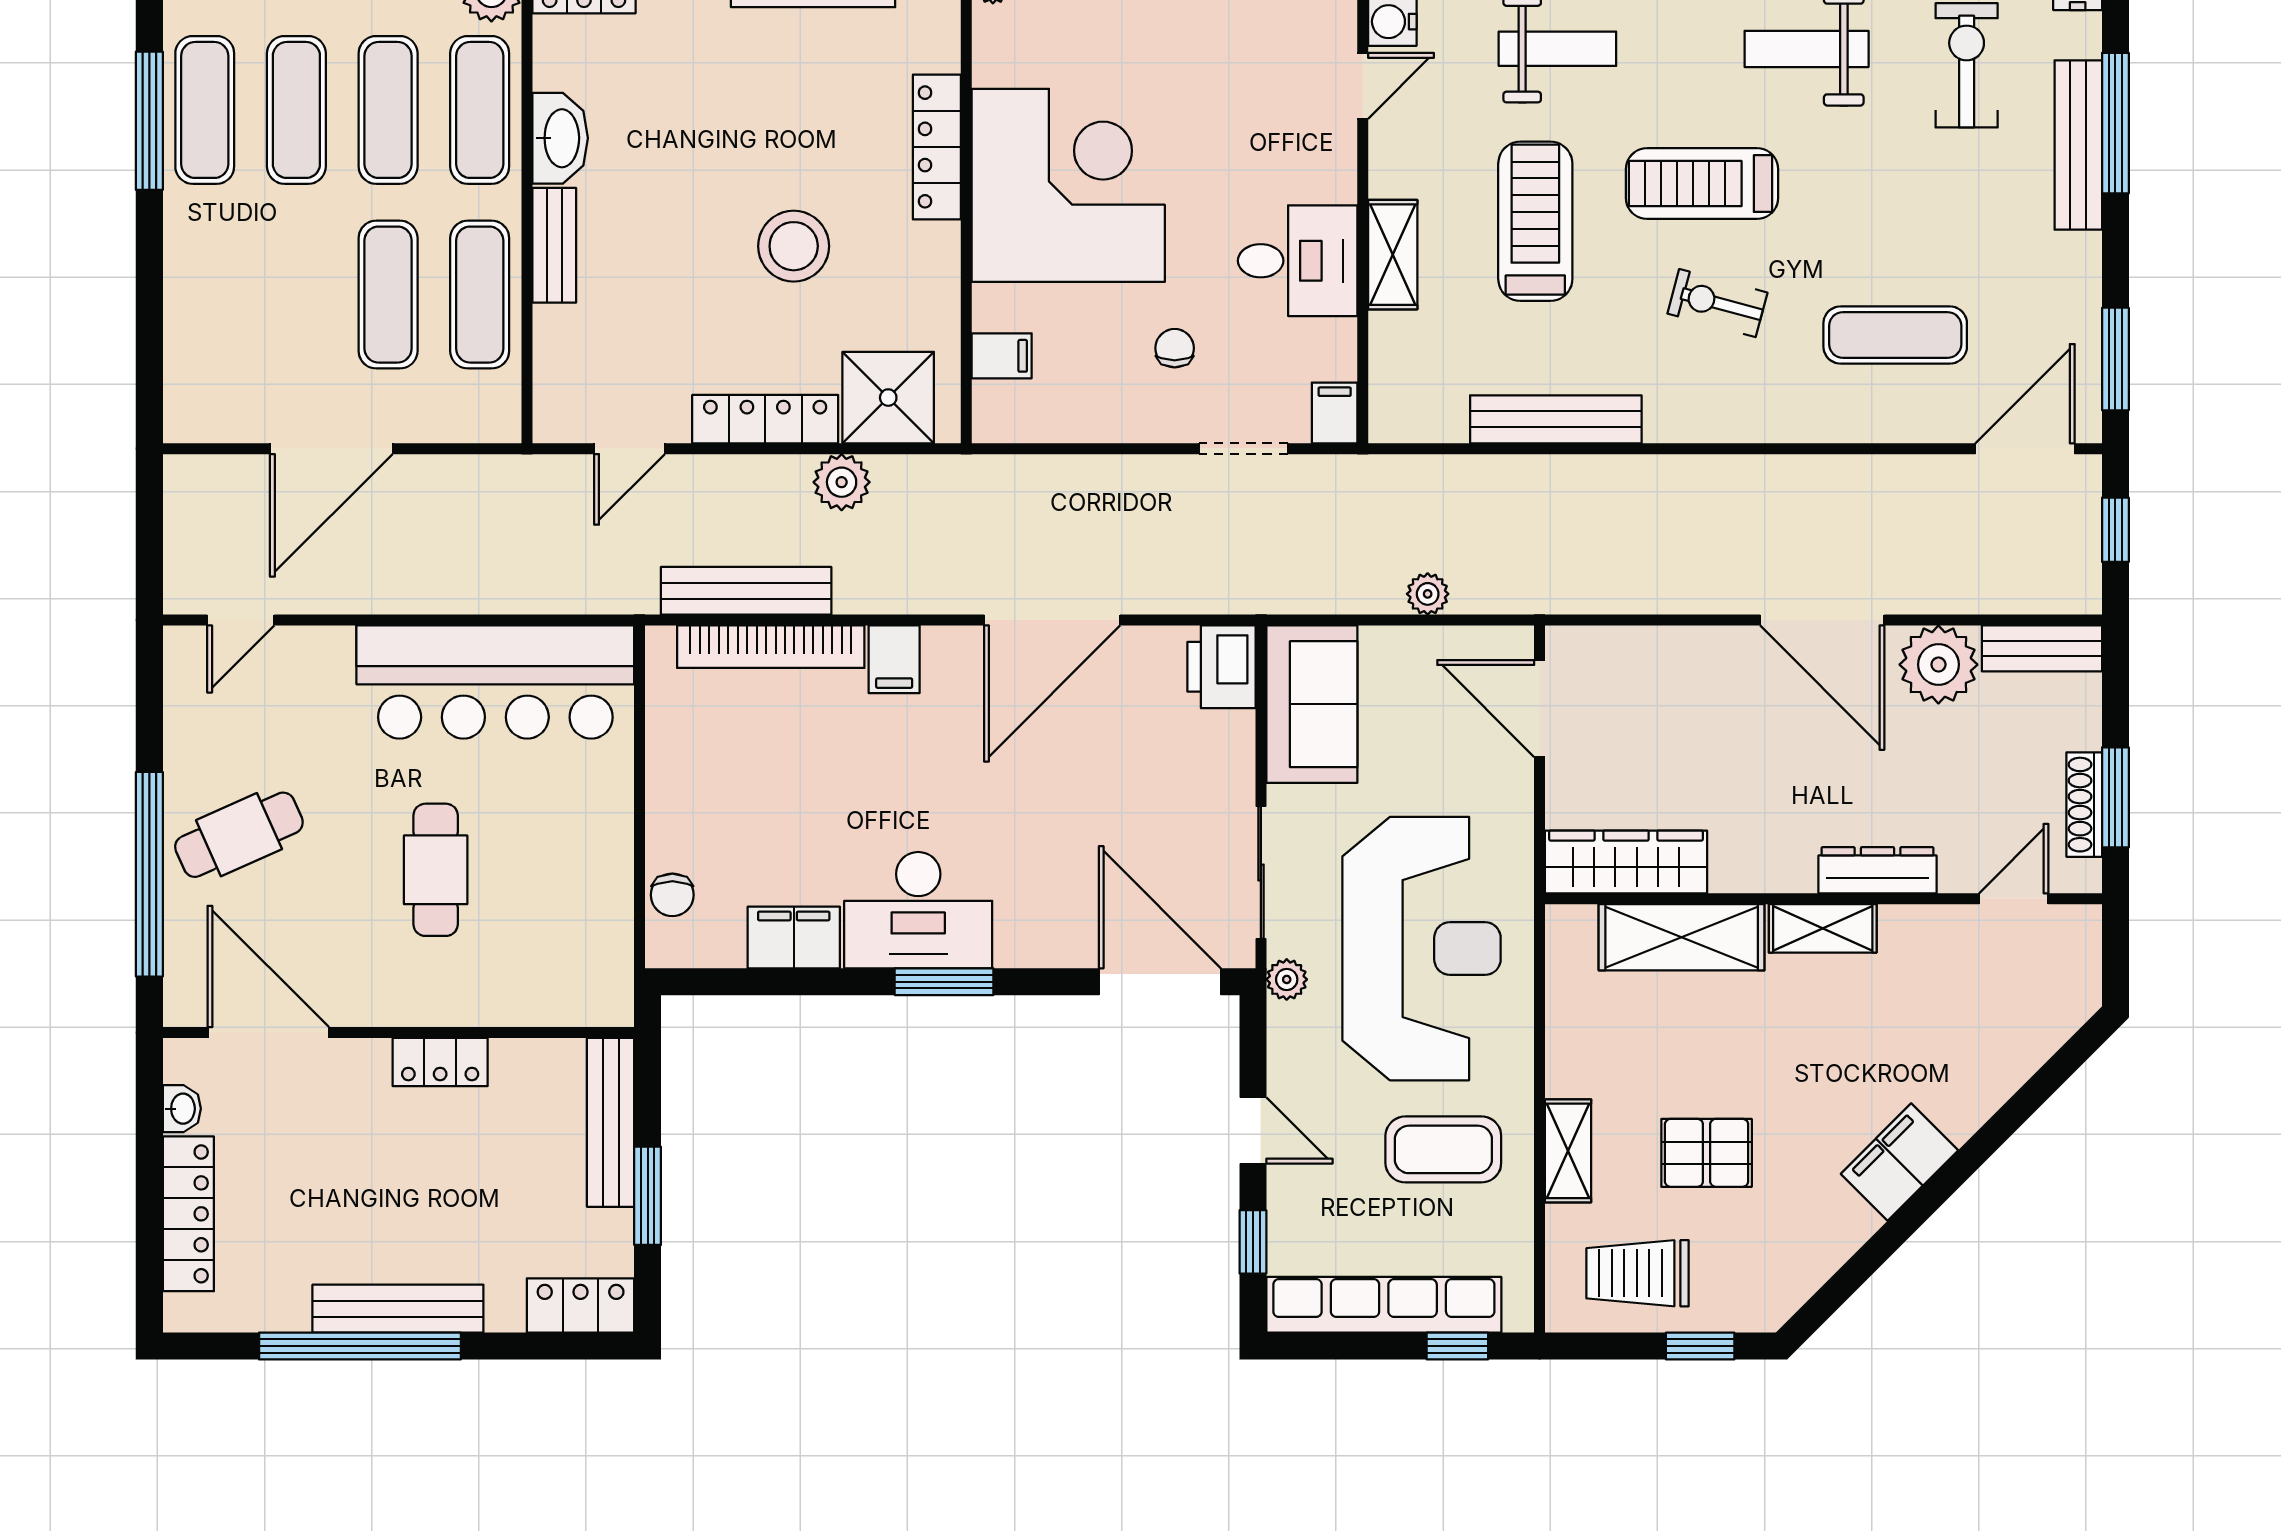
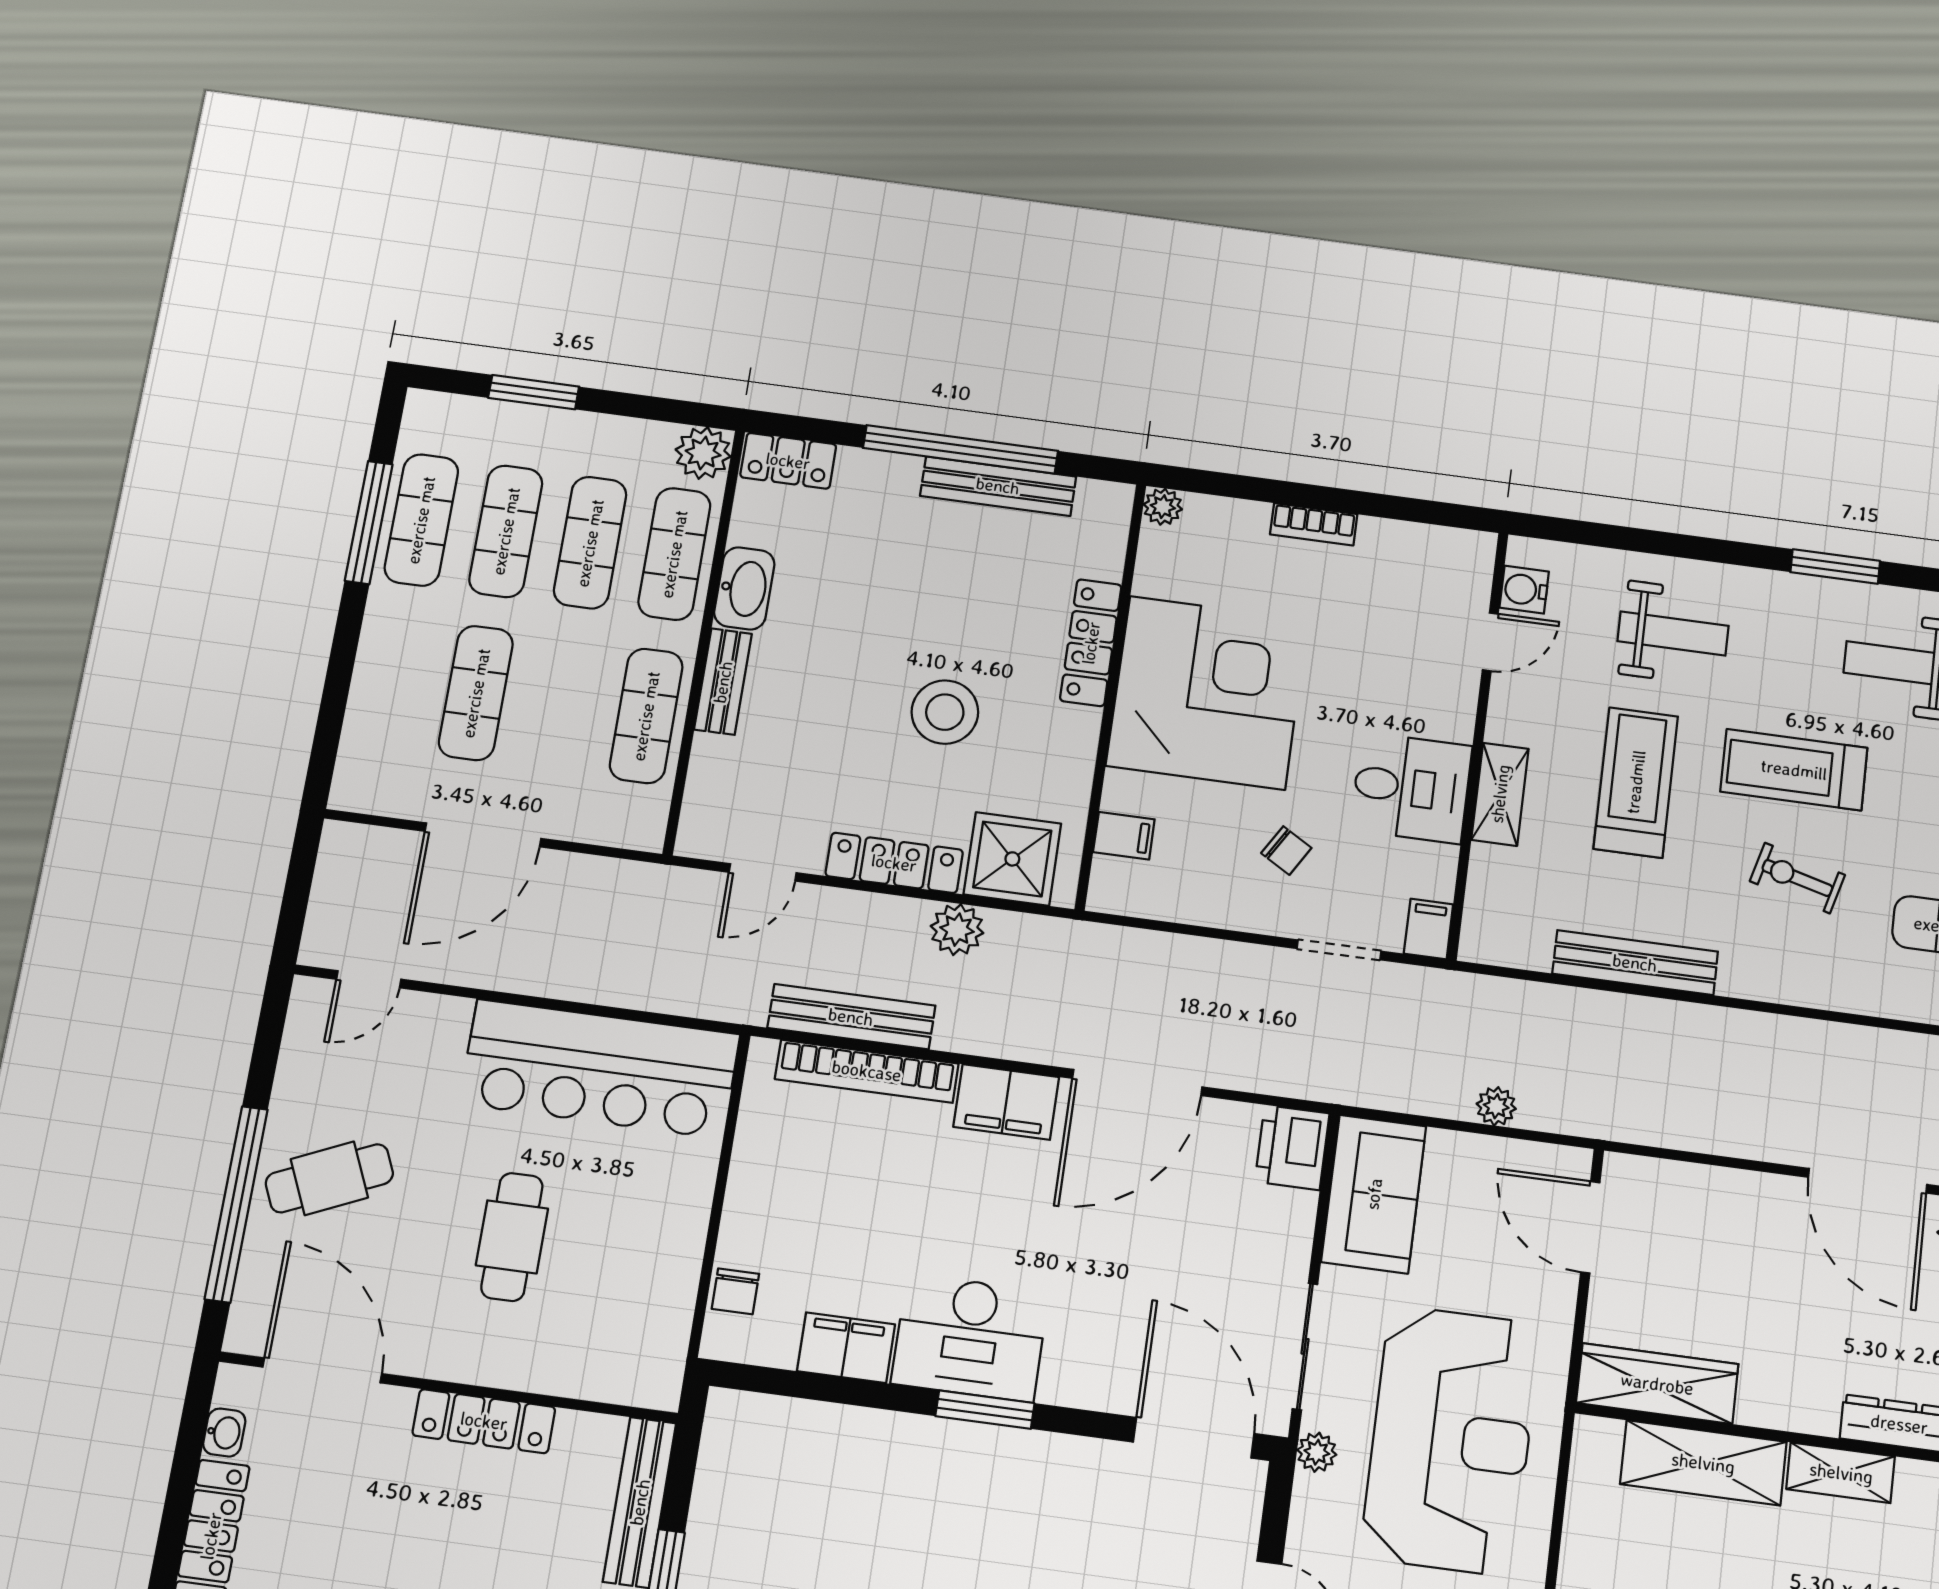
exercise mat: (388, 295) -> (476, 693), moved
chair: (1175, 348) -> (1286, 850), turned 121
filing cabinet: (894, 659) -> (1006, 1102), width x2.00
locker: (440, 1062) -> (484, 1421), width x1.53

